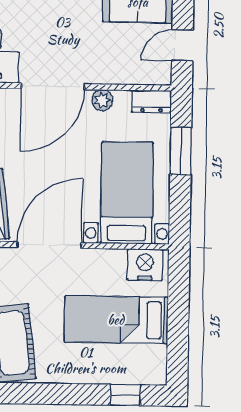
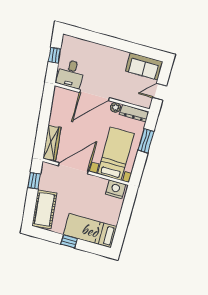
dresser: (152, 101) -> (134, 113), width x1.44
bed: (116, 320) -> (90, 231), moved
window: (125, 395) -> (69, 241), moved

